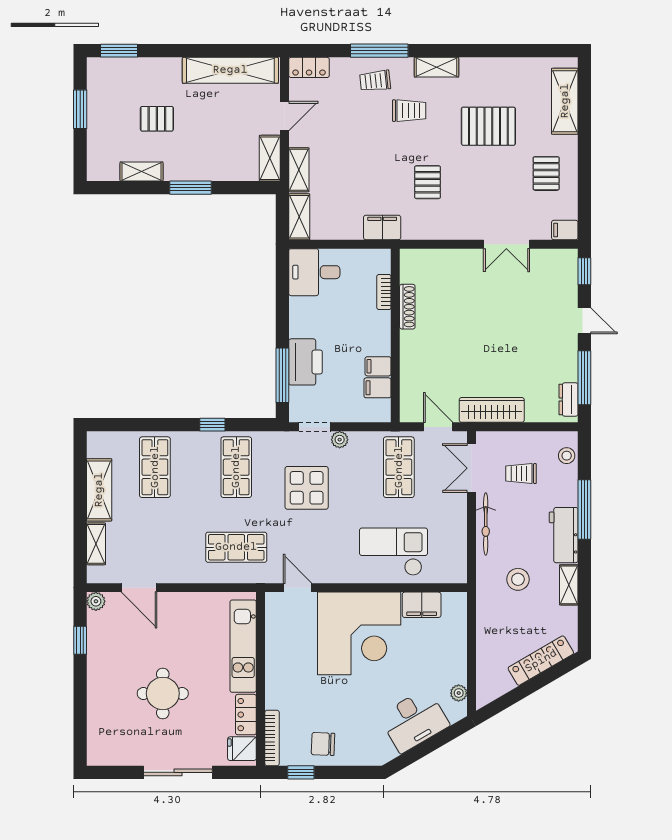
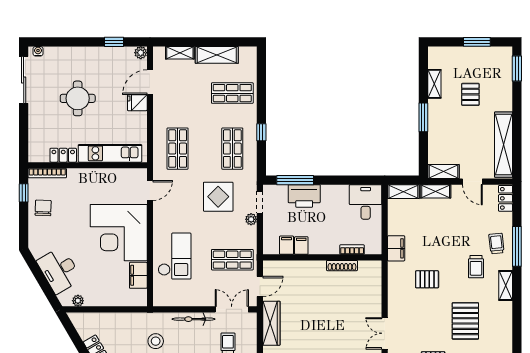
shop shelf: (236, 467) -> (232, 149), turned 90
fridge: (242, 749) -> (137, 103), moved, turned -90
water cooler: (94, 751) -> (38, 51), added
sliding door: (178, 772) -> (24, 80), moved

